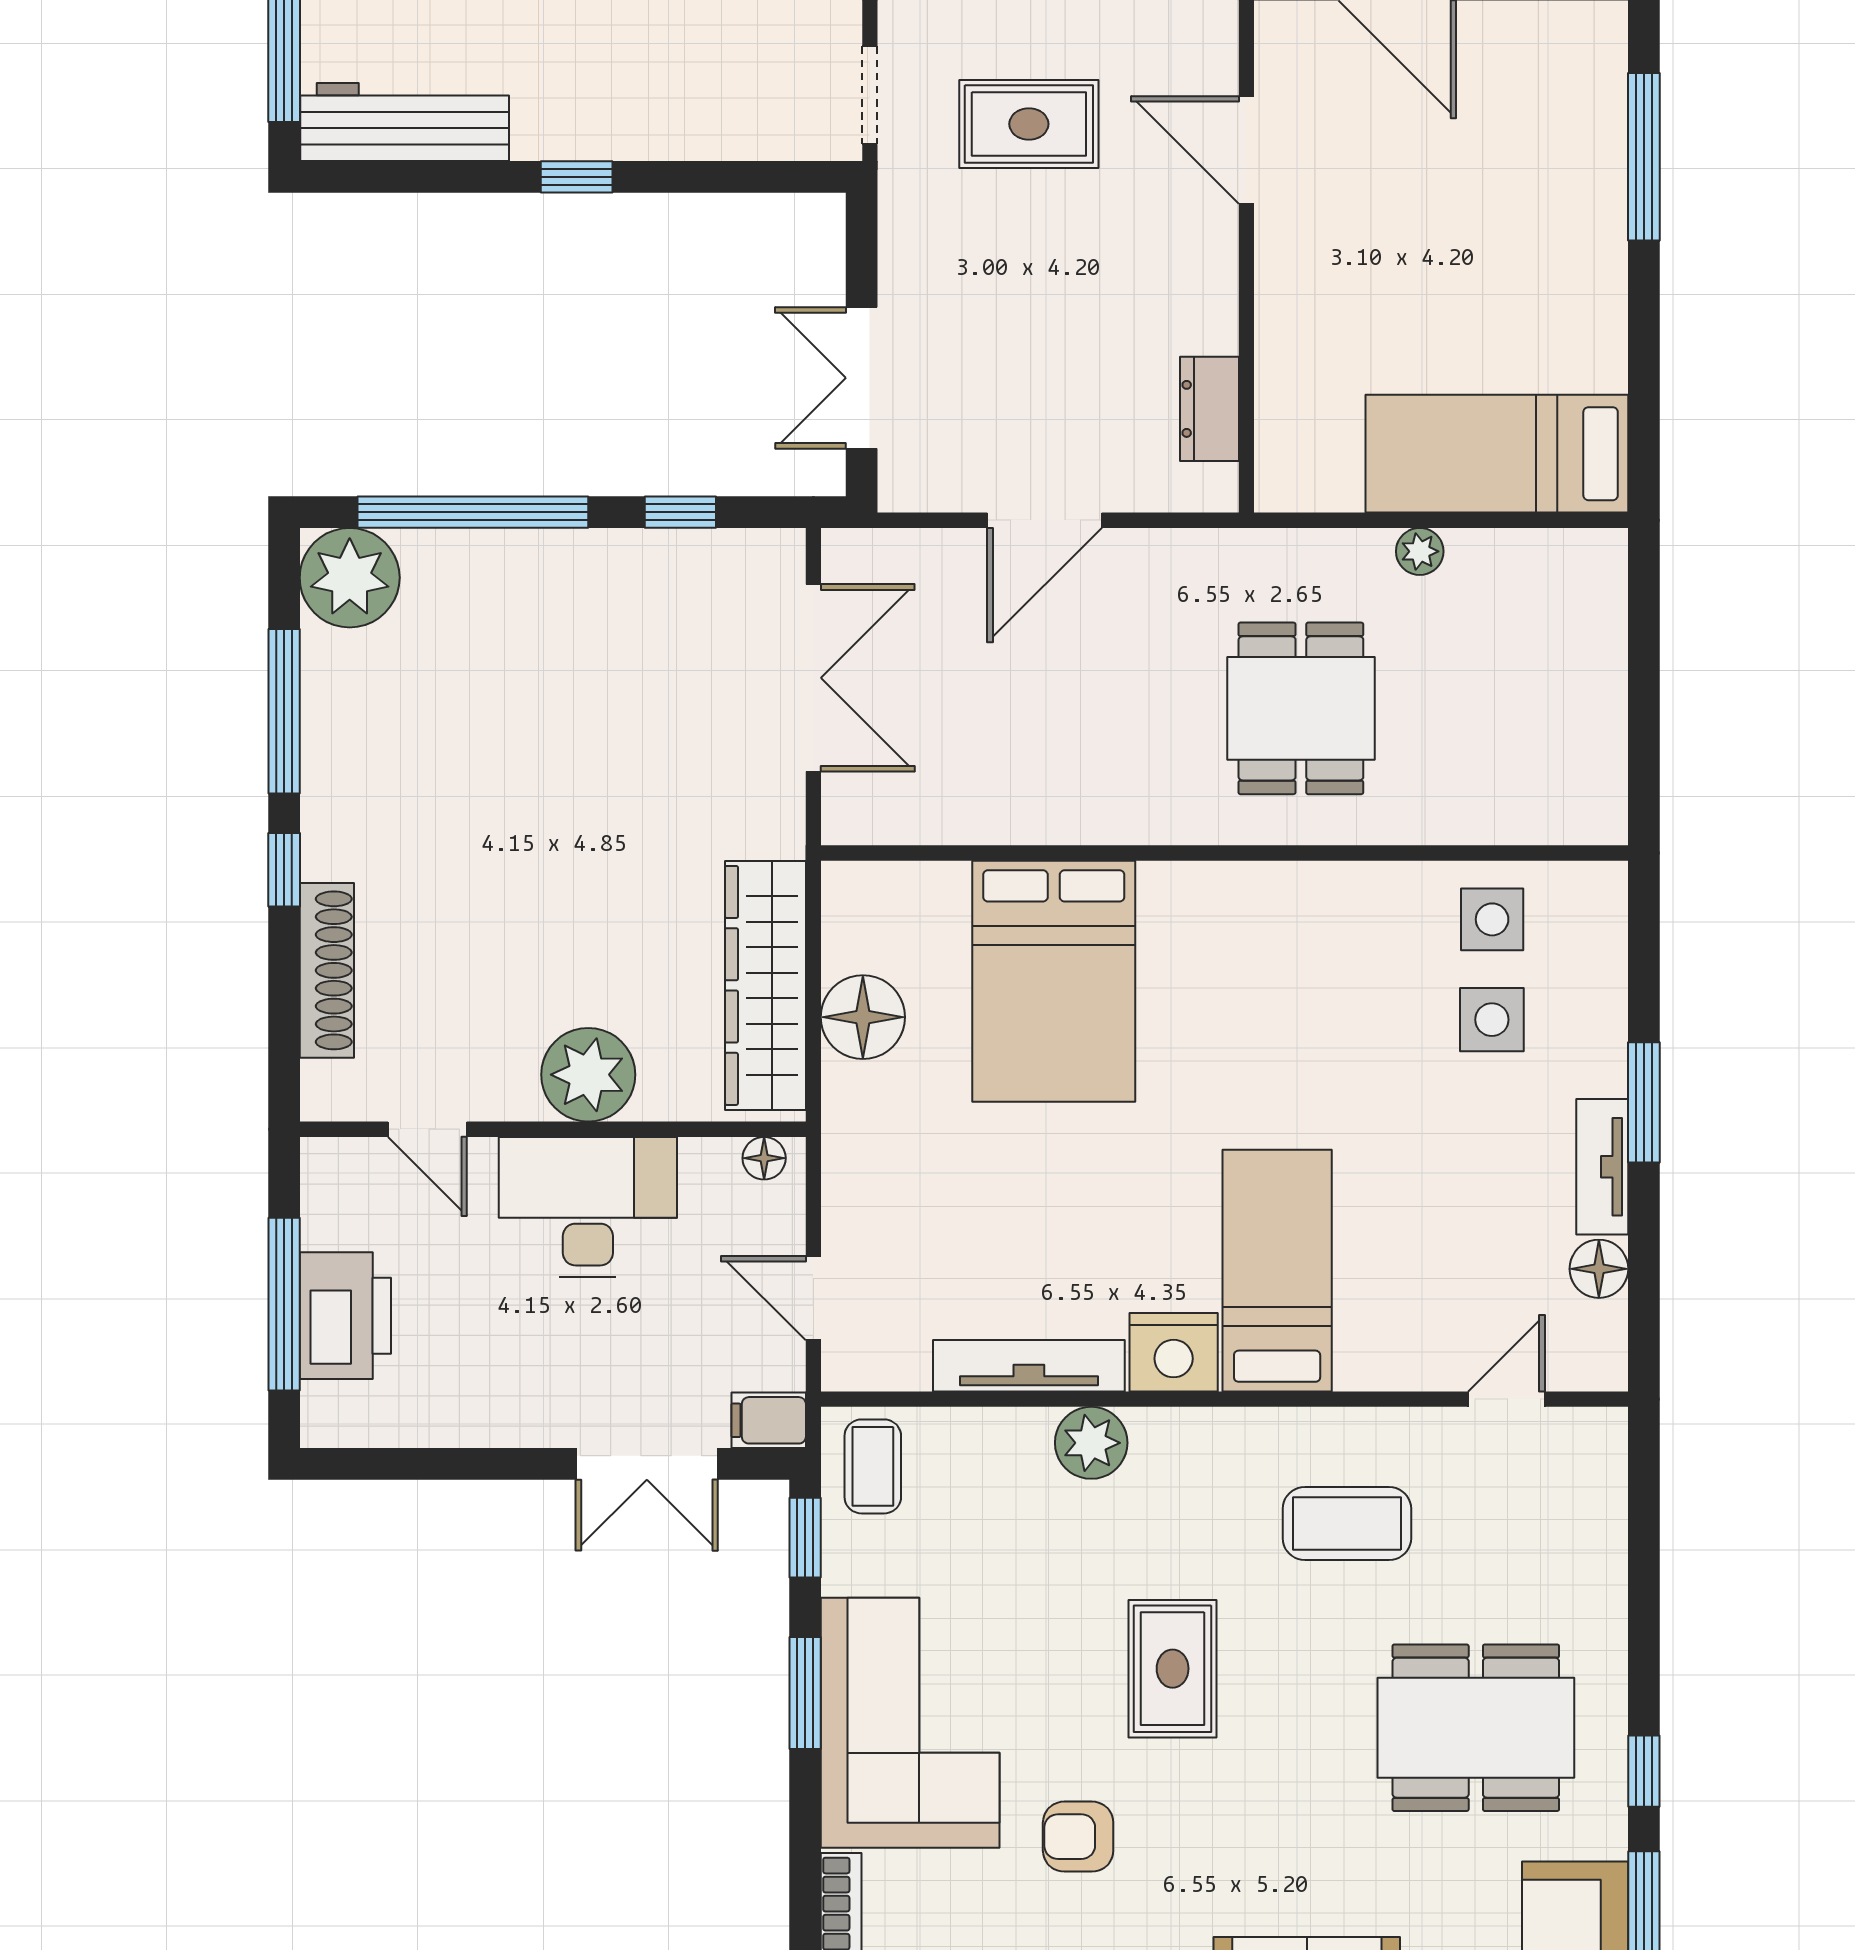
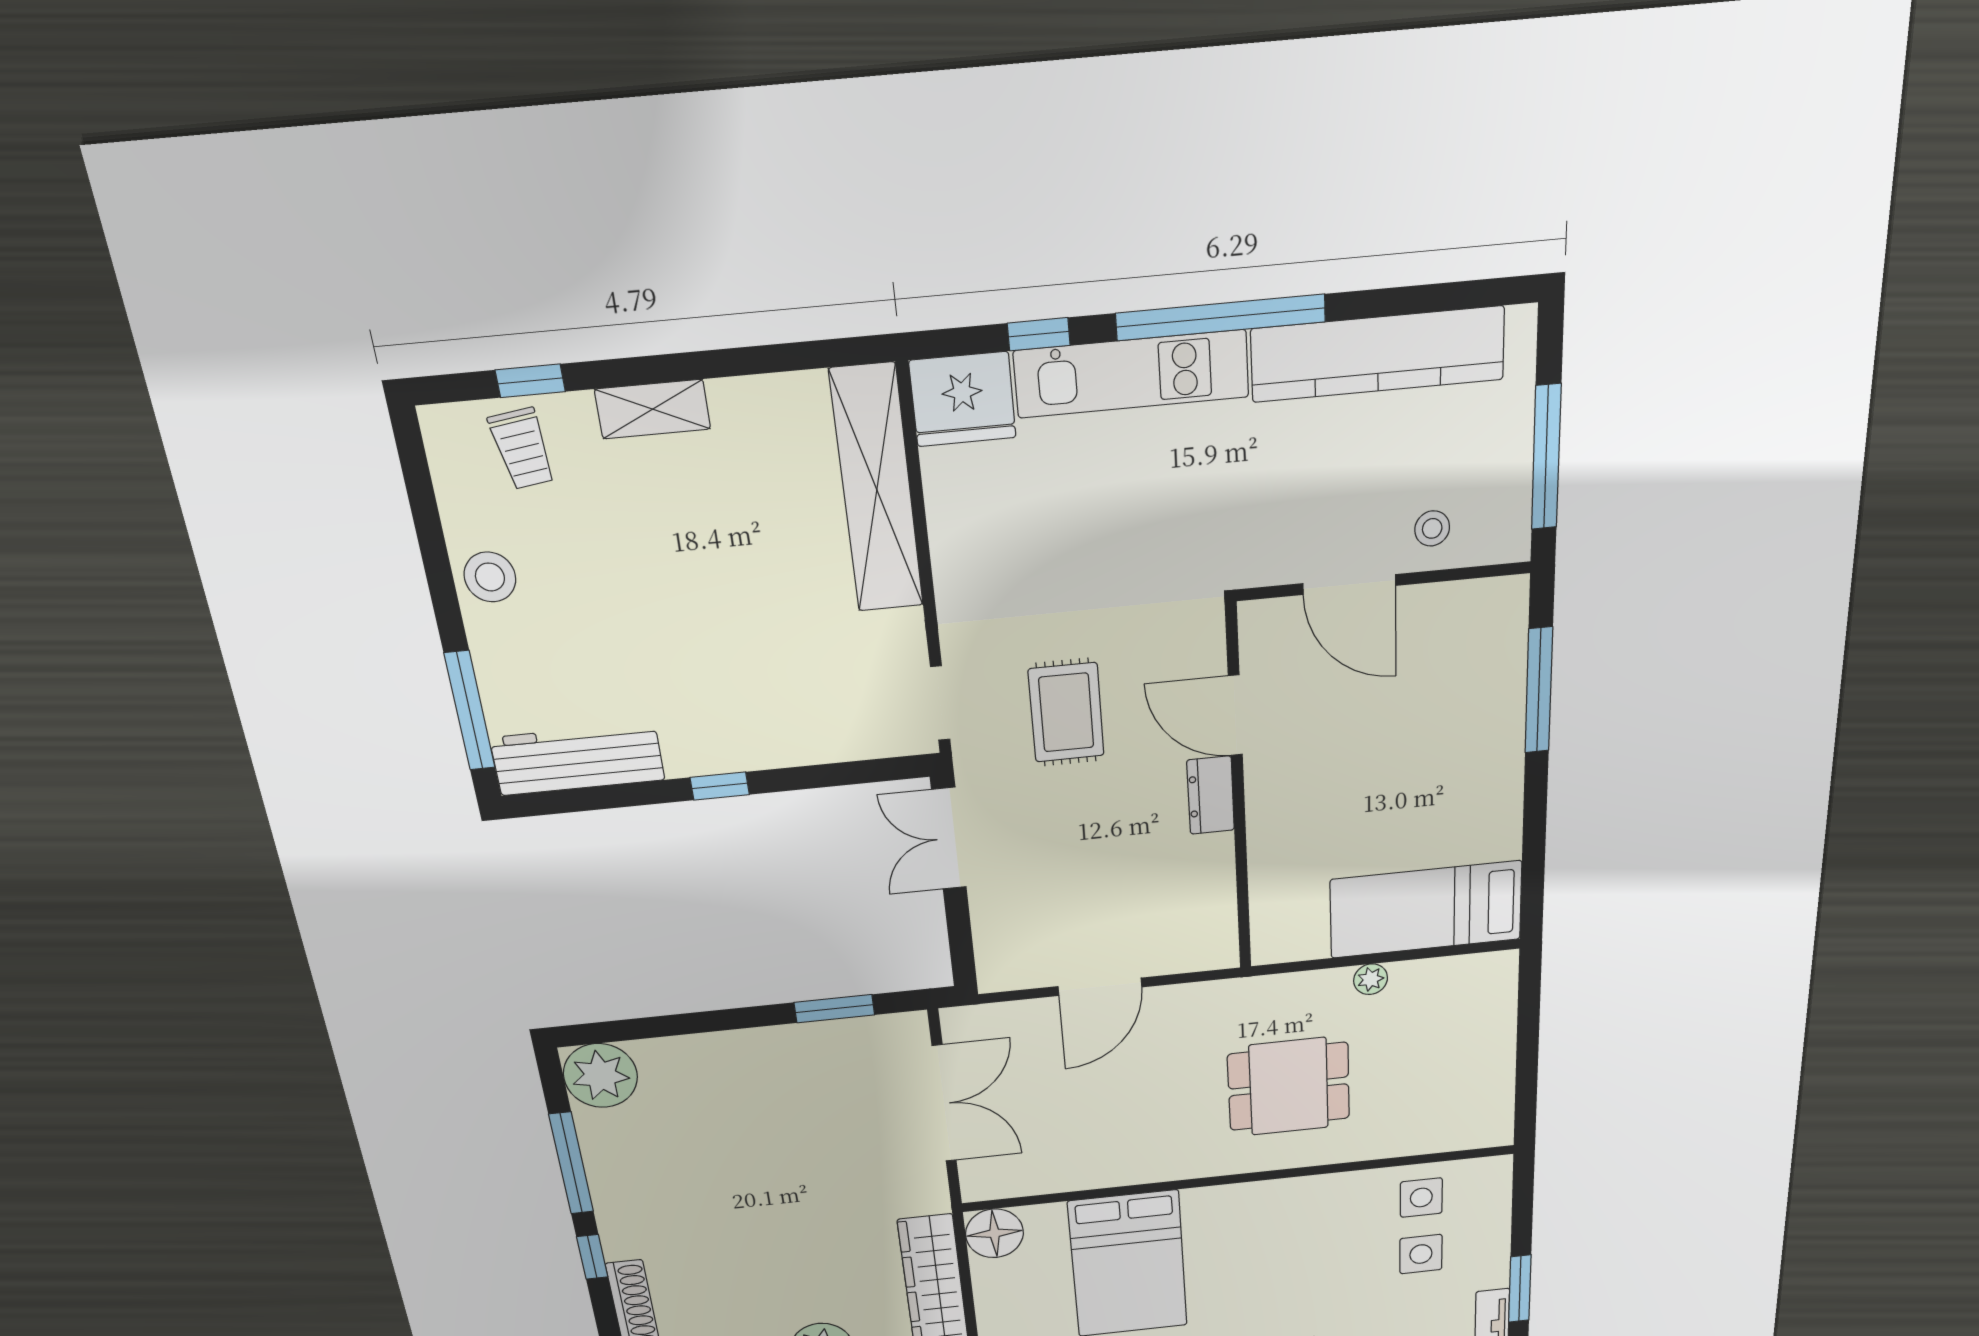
rug: (1029, 124) -> (1066, 712), turned 90
double door: (862, 378) -> (949, 839), moved
dresser: (1210, 409) -> (1211, 795), moved
window: (473, 512) -> (682, 1024), removed
window: (680, 512) -> (834, 1009), width x1.50
dining table: (1301, 708) -> (1289, 1086), turned 90
floor lamp: (863, 1017) -> (994, 1233), moved

